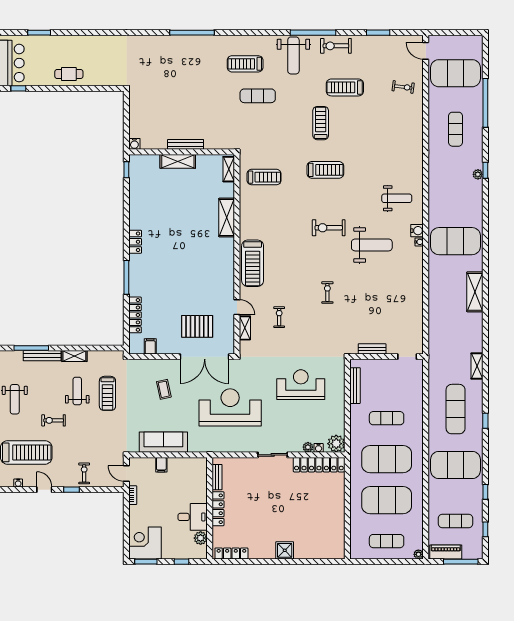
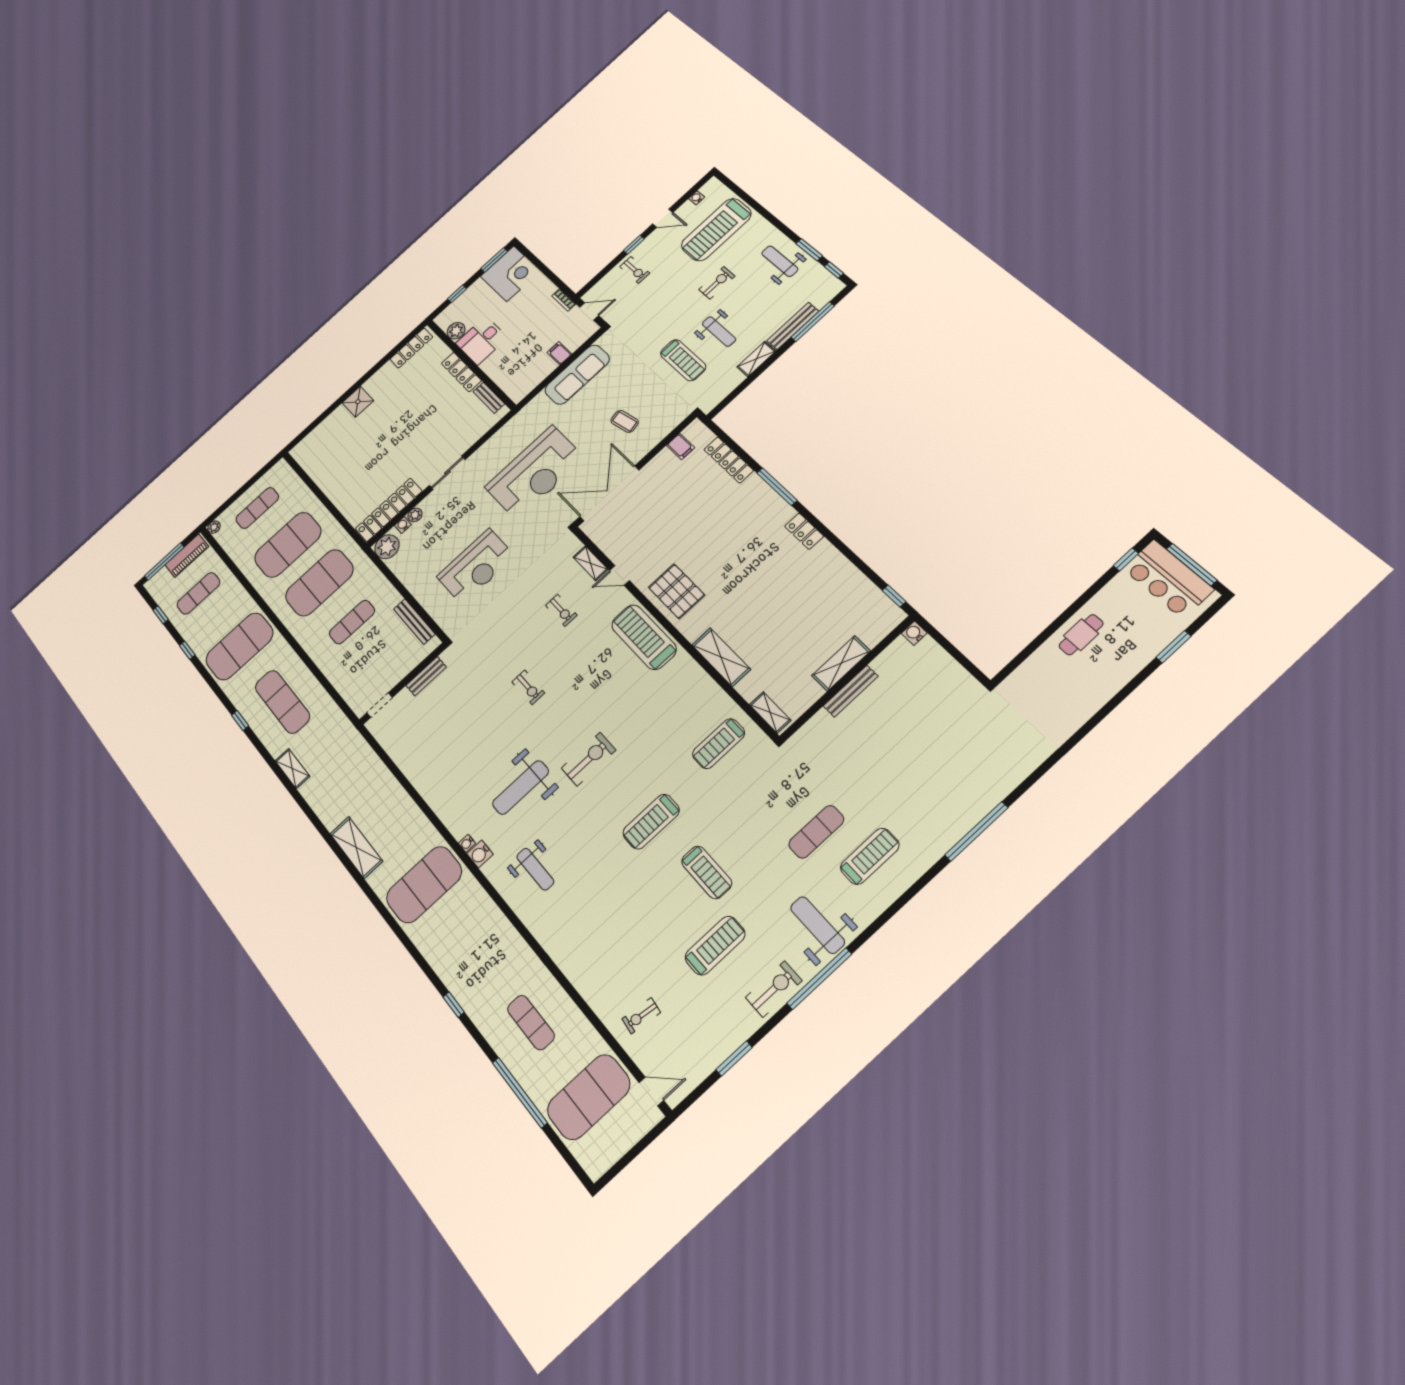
plant: (478, 174) -> (459, 991), removed
weight bench: (397, 198) -> (535, 869), turned -90
pallet: (197, 326) -> (677, 591), moved, turned 90
treadmill: (107, 393) -> (683, 360), turned 180

